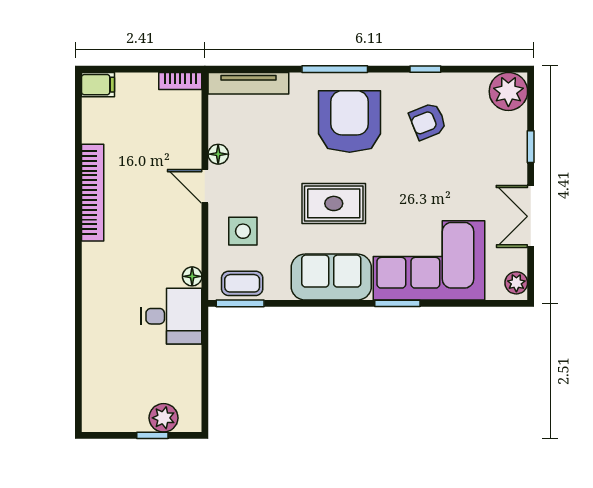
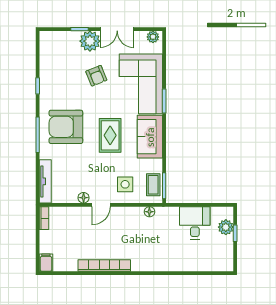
plant: (508, 91) -> (90, 41), moved
armchair: (428, 121) -> (96, 76), moved
desk: (172, 316) -> (195, 223), moved

